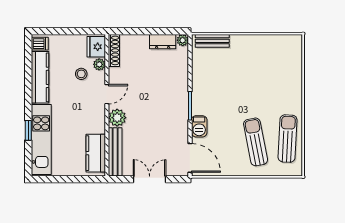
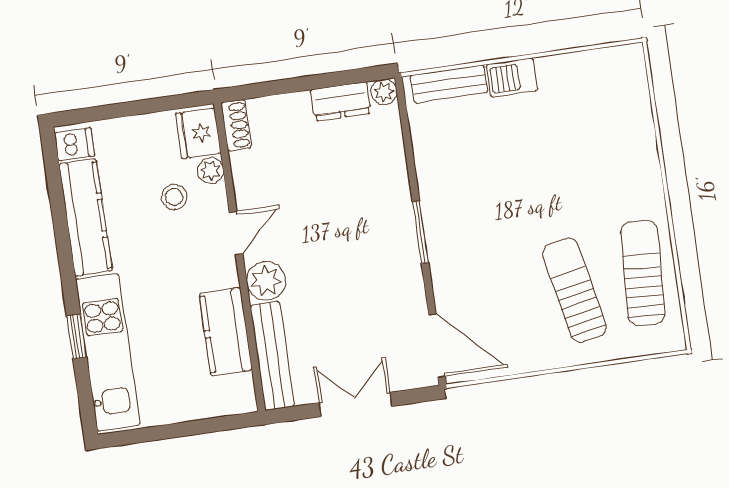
shoe rack: (114, 50) -> (236, 125), width x0.70
barbecue: (199, 126) -> (512, 78), moved, turned 90
kitchen counter: (96, 153) -> (226, 332), moved

